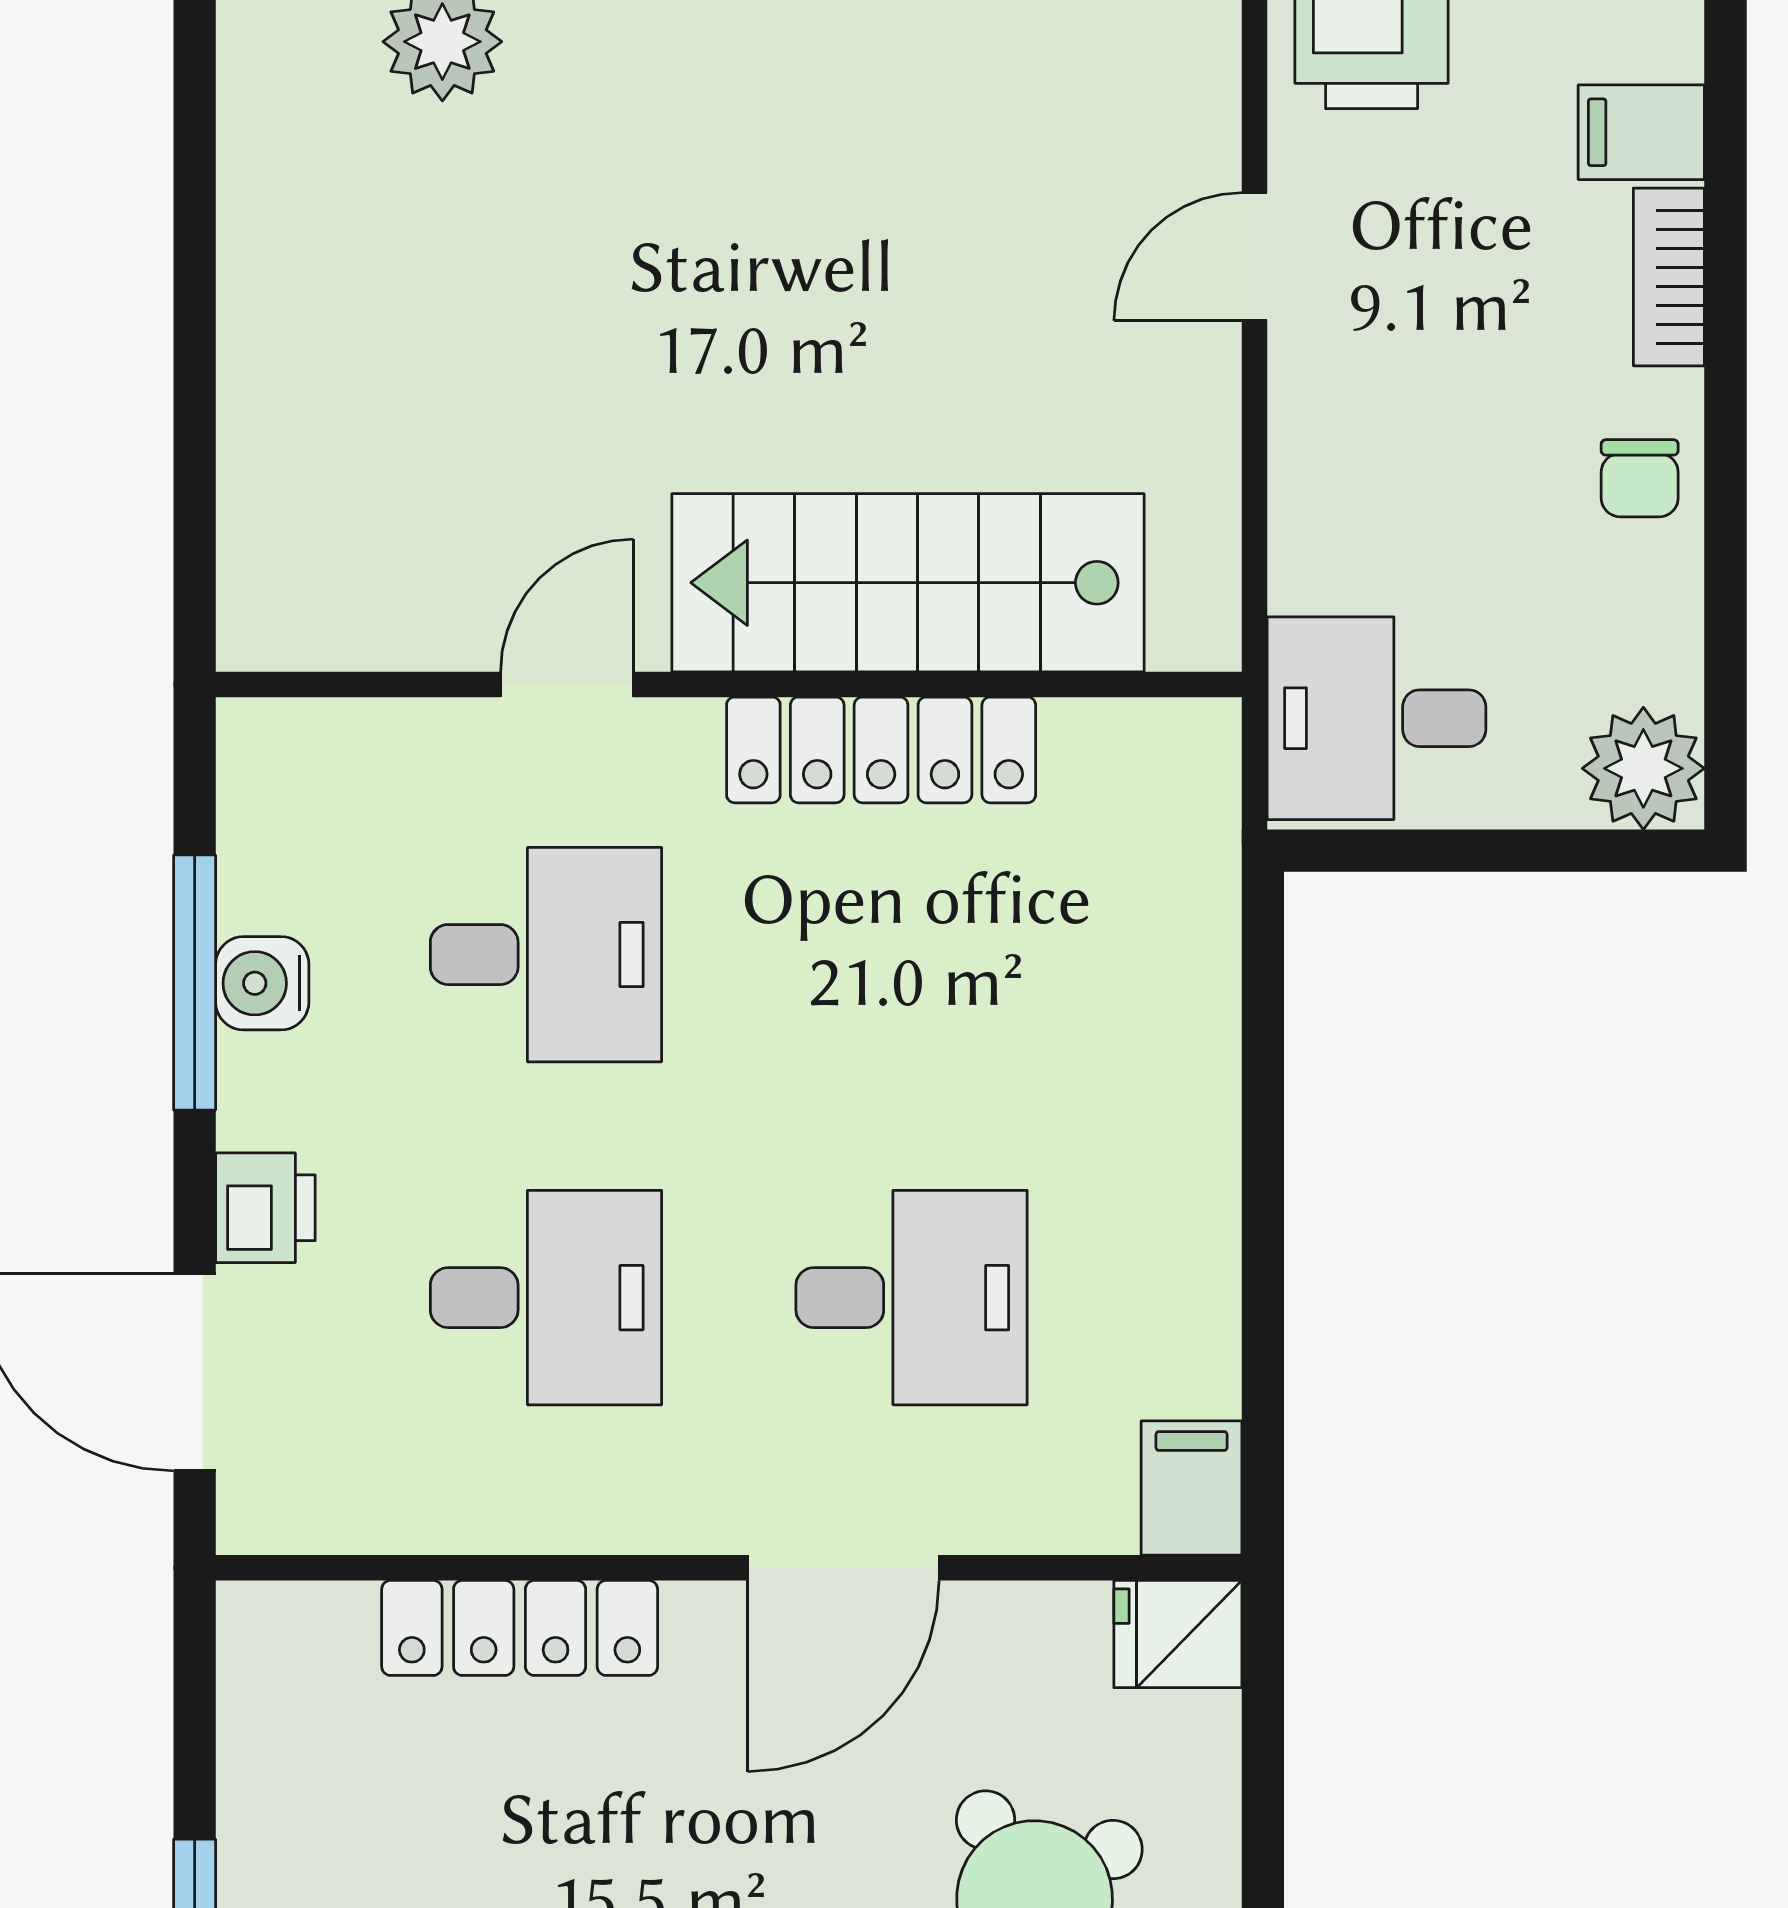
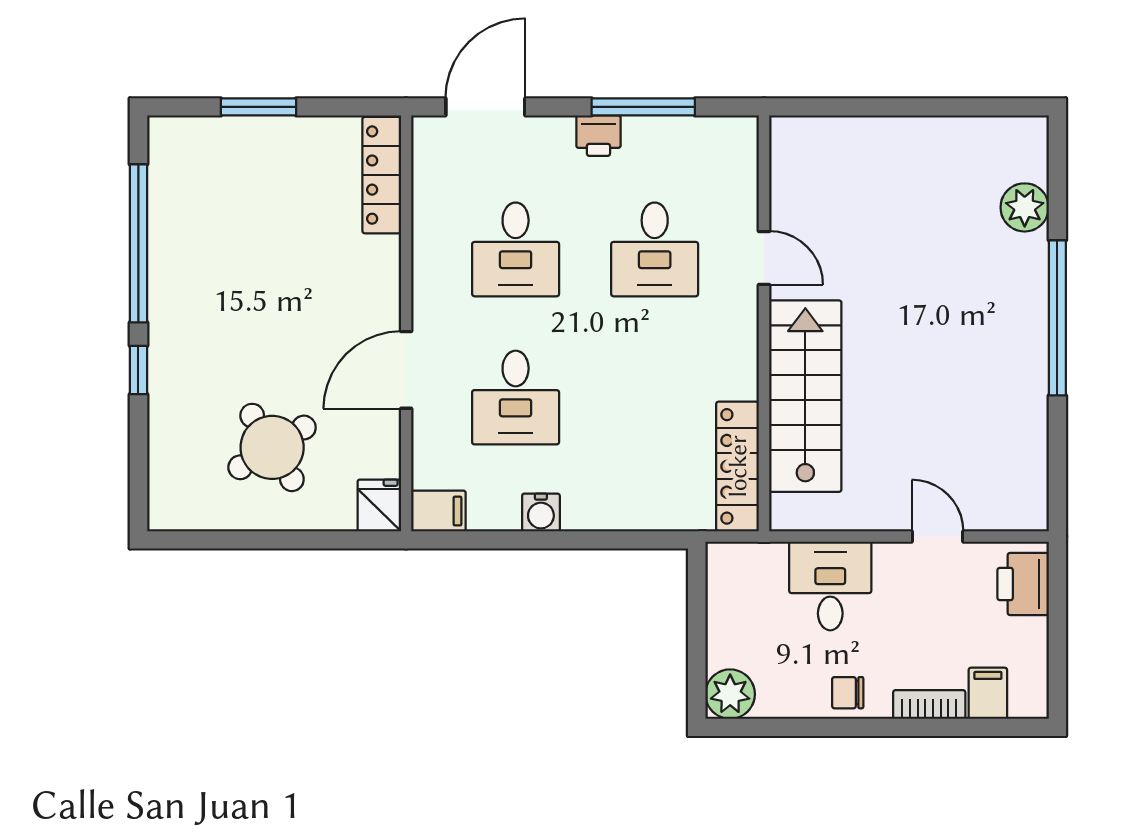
desk: (1376, 718) -> (830, 586), moved
locker: (881, 750) -> (738, 466), moved
water cooler: (262, 983) -> (541, 513), moved, turned 180
printer: (265, 1208) -> (598, 136), moved
door: (843, 1568) -> (406, 370), hinge flipped
locker: (520, 1628) -> (382, 175), moved

